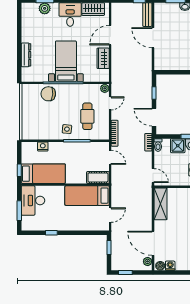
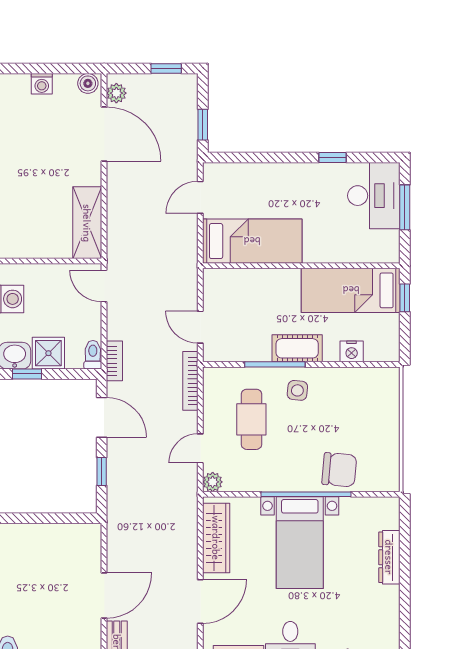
door: (153, 38) -> (104, 596), hinge flipped
wardrobe: (103, 58) -> (216, 538), width x1.50
cot: (98, 177) -> (297, 348), moved
desk: (33, 200) -> (374, 196), moved
washing machine: (170, 266) -> (42, 84), moved

